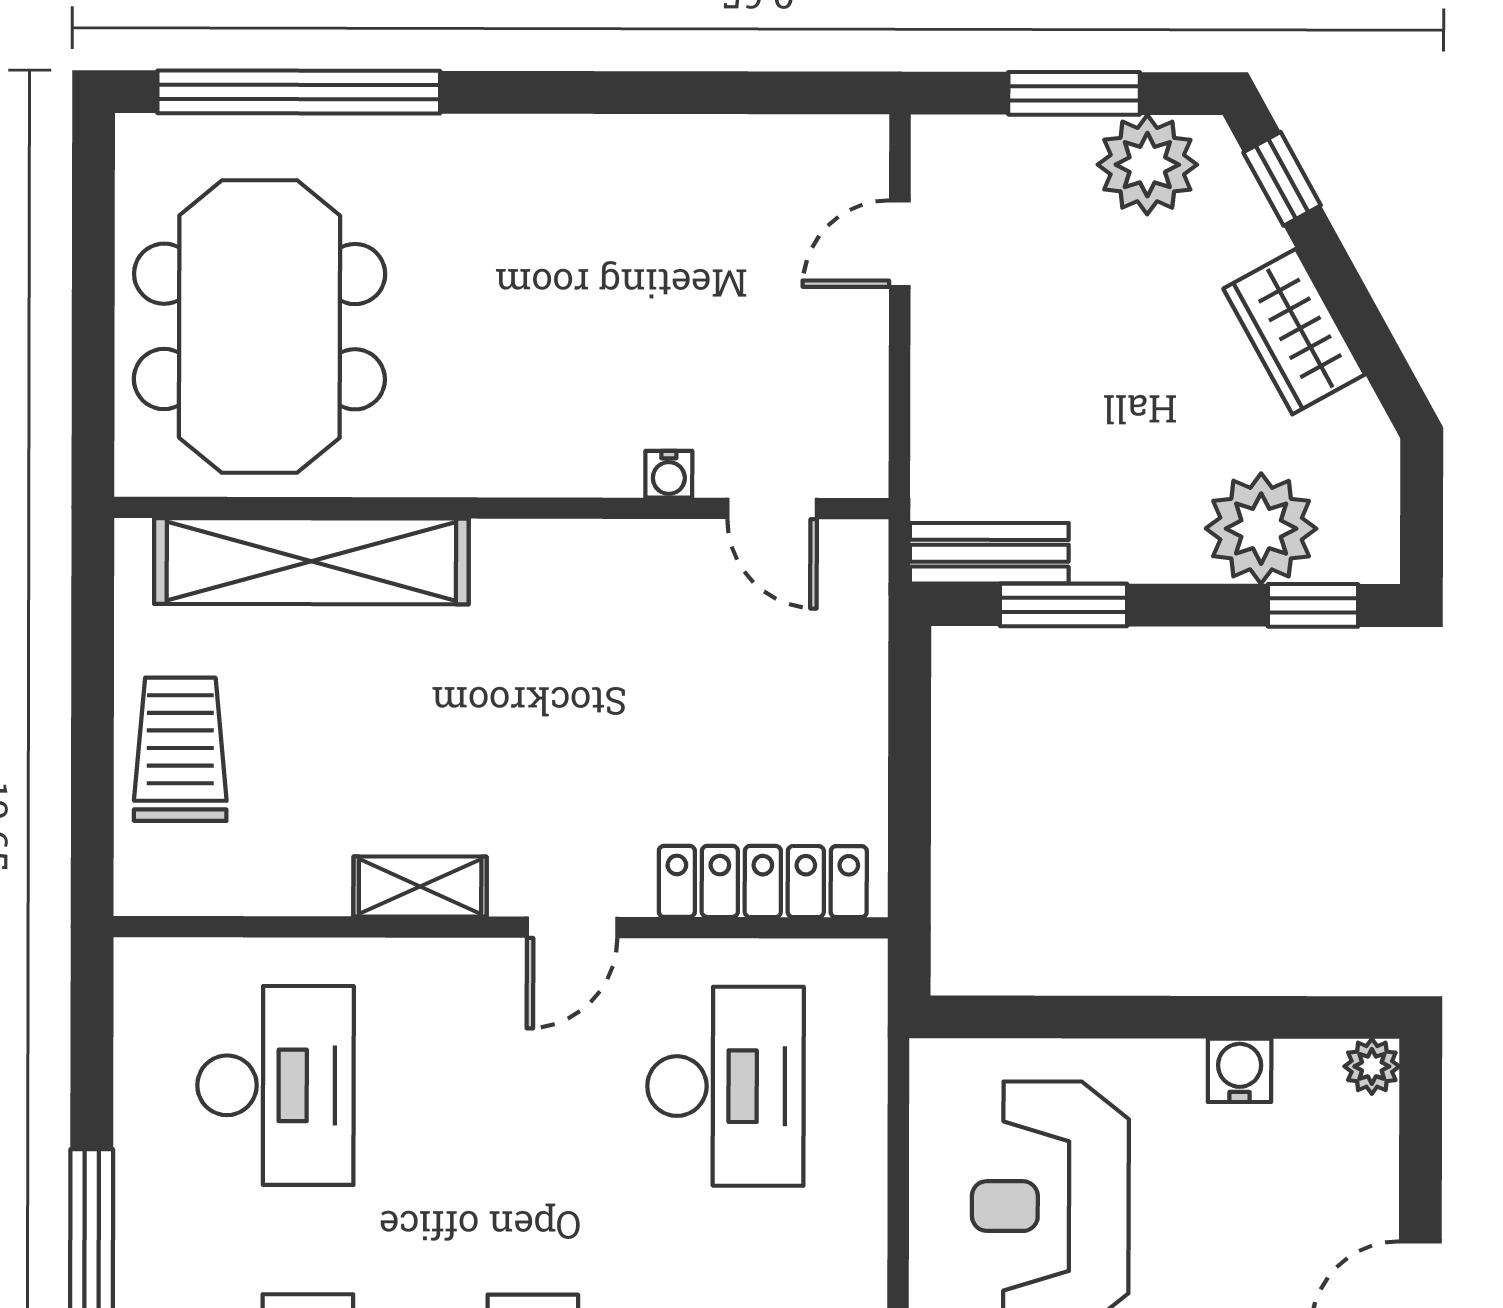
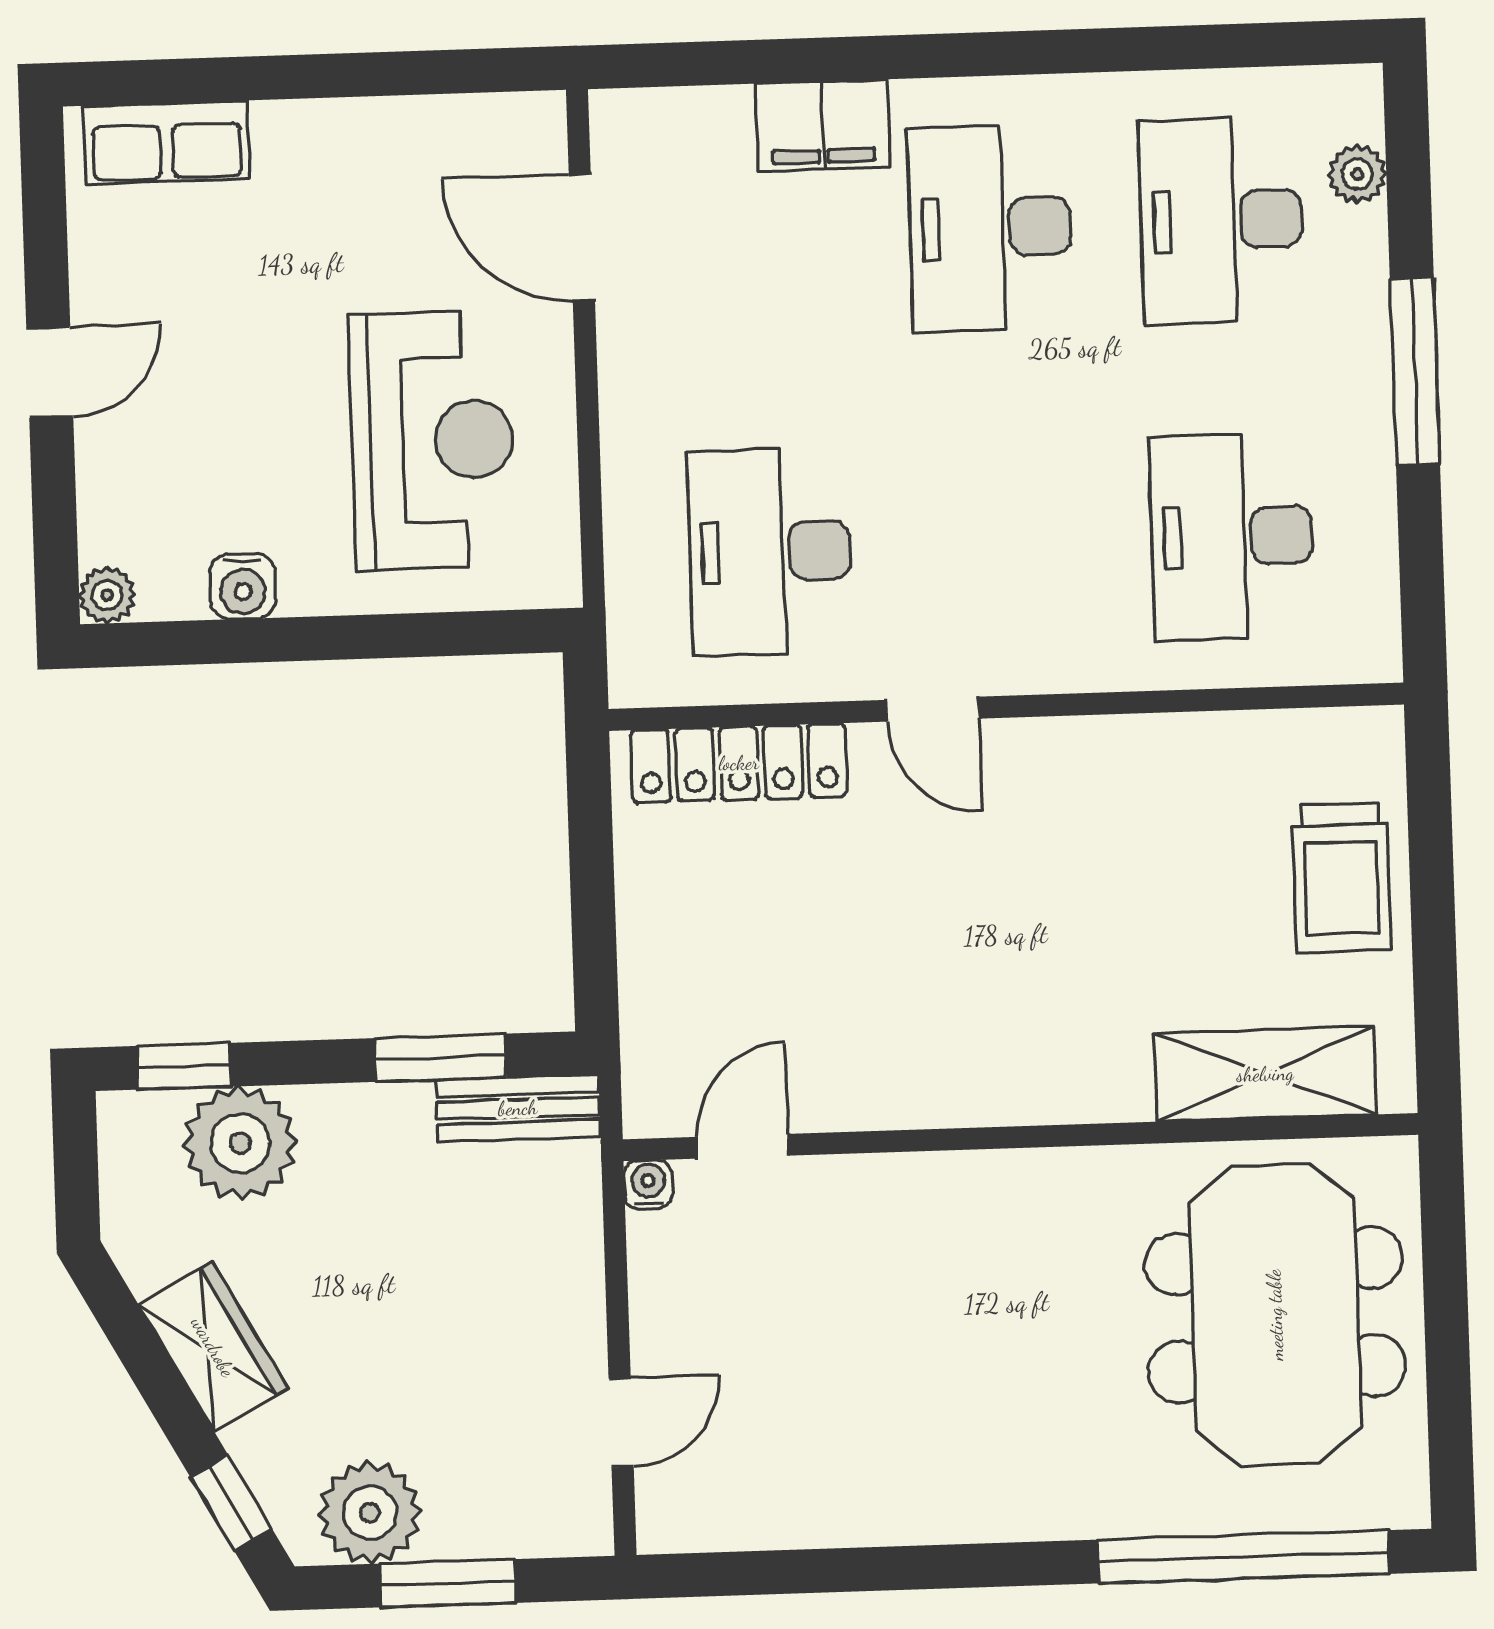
water cooler: (669, 474) -> (648, 1184), moved
door: (772, 509) -> (743, 1146), hinge flipped
shelving: (311, 561) -> (1265, 1074), width x0.68
shelving: (420, 887) -> (1090, 746), removed
door: (572, 927) -> (933, 709), swing flipped

